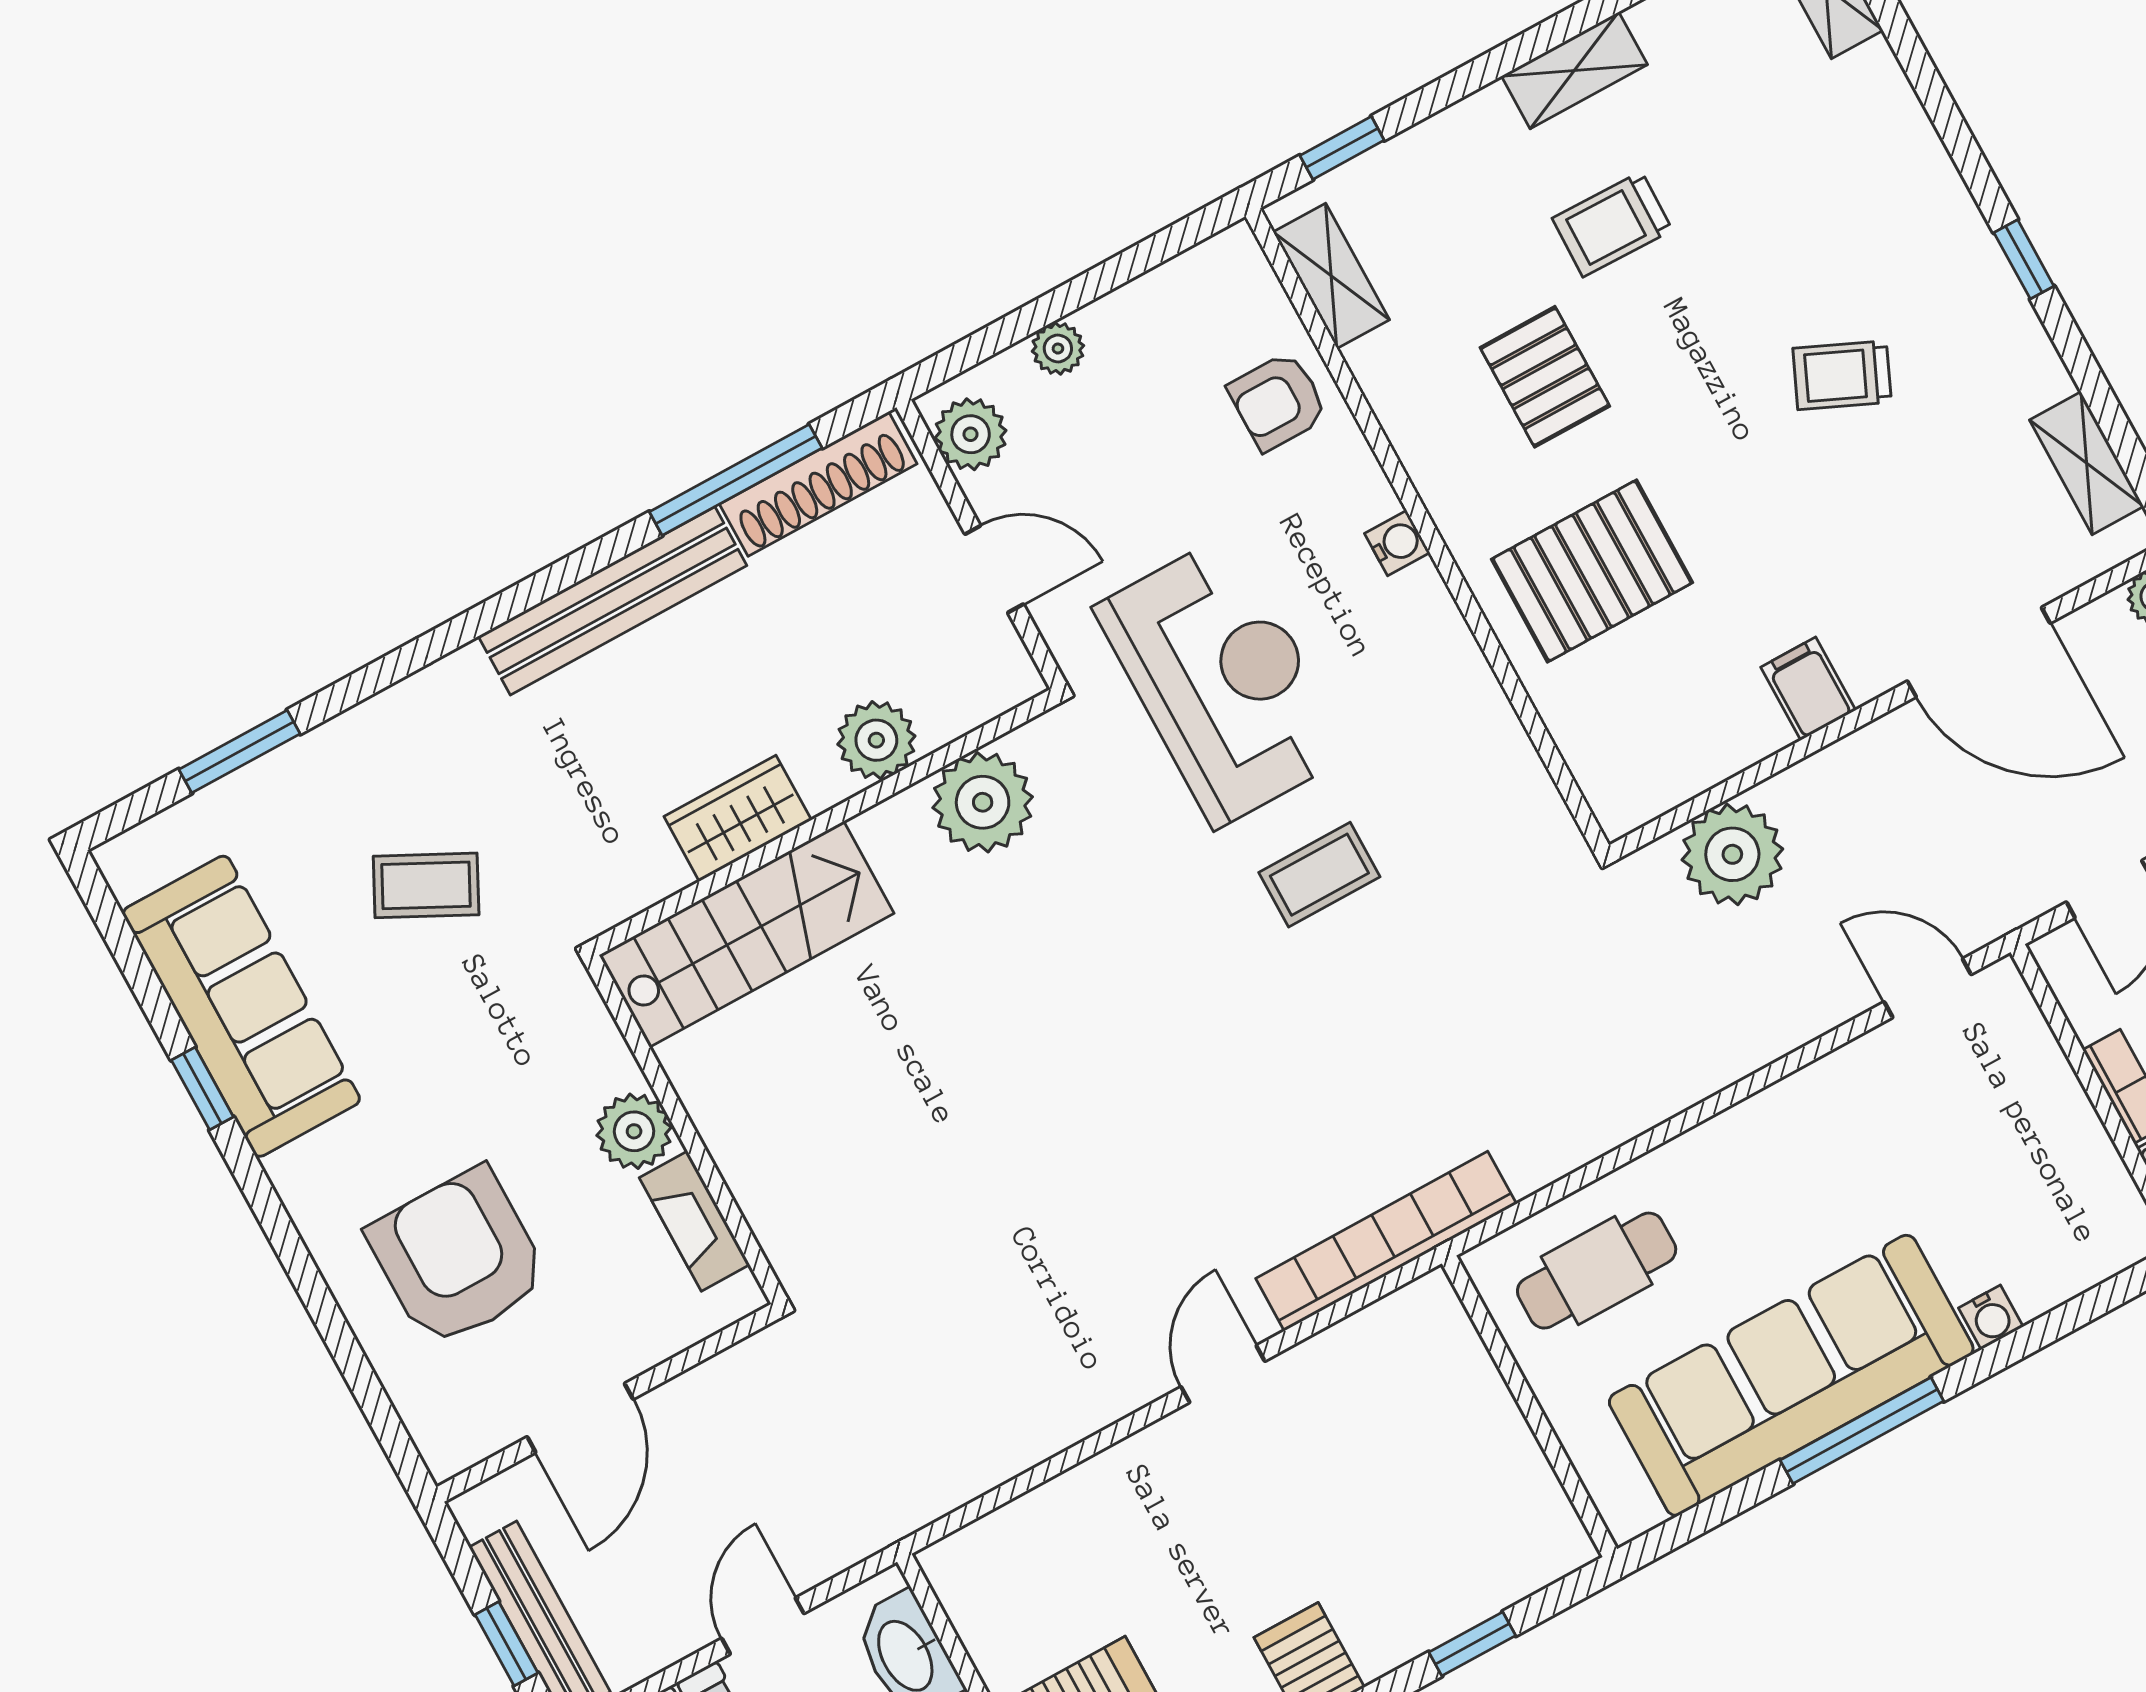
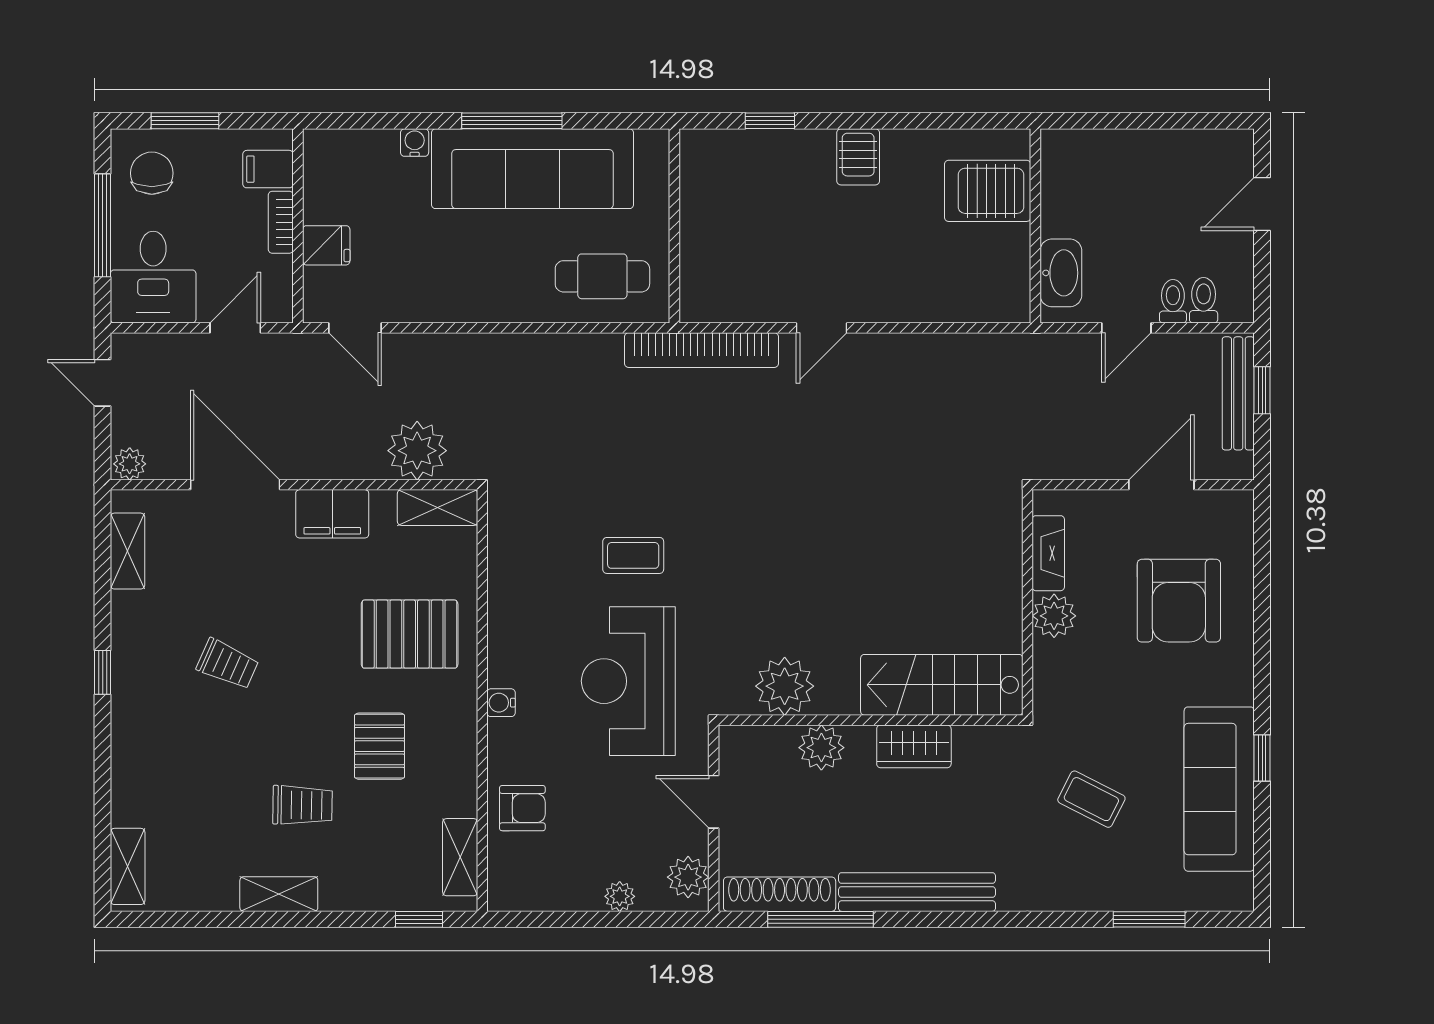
filing cabinet: (1808, 689) -> (332, 514), width x2.00
shelving: (1654, 785) -> (438, 508), added
fridge: (2039, 1089) -> (326, 245), added

